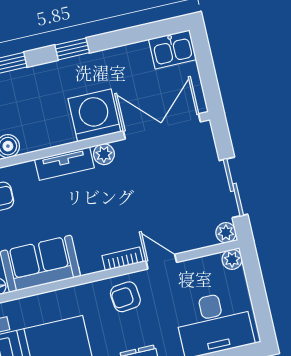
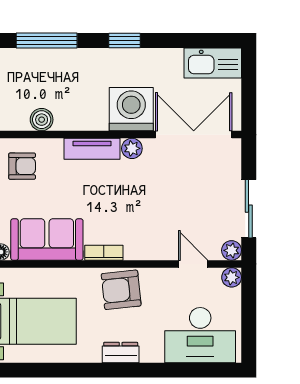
kitchen sink: (172, 49) -> (213, 63), width x1.38
bookcase: (122, 259) -> (104, 253), moved
door: (161, 262) -> (193, 264), moved
armchair: (125, 297) -> (121, 290), width x1.38, depth x1.38

